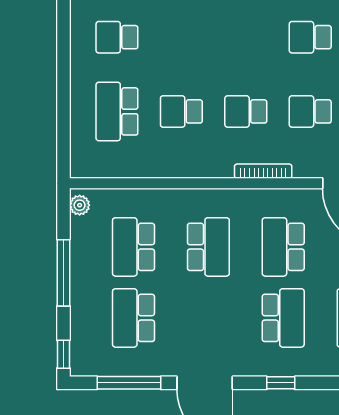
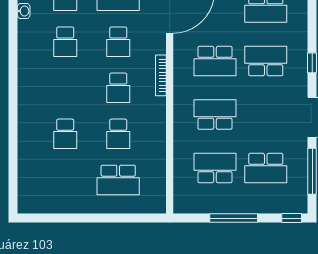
school desk: (117, 37) -> (65, 134), moved
plant: (80, 205) -> (185, 207), removed
school desk: (133, 247) -> (215, 168), turned 180

